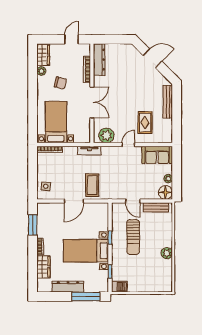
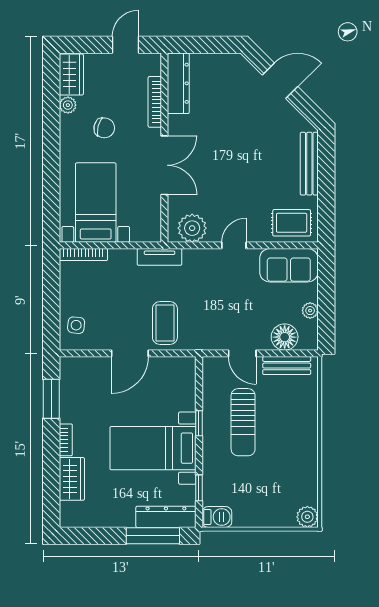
rug: (145, 123) -> (292, 223), moved, turned 90
floor lamp: (165, 192) -> (285, 337), moved
plant: (167, 253) -> (307, 517), moved
dresser: (68, 287) -> (166, 517), moved

